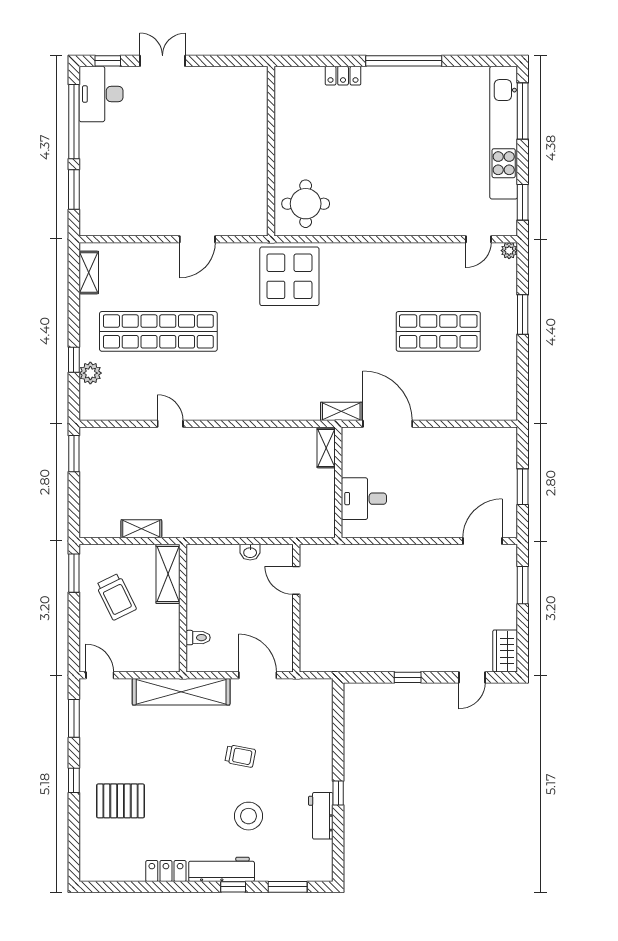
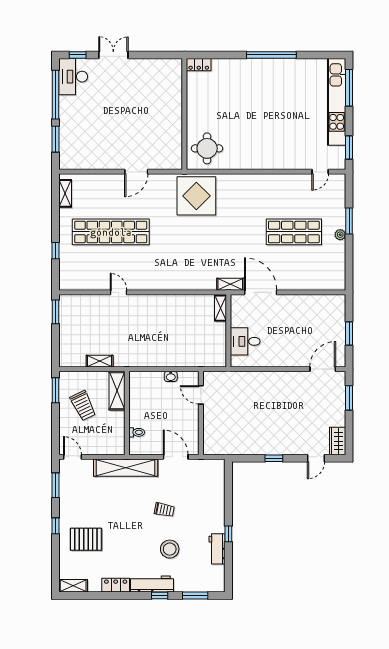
locker: (343, 76) -> (199, 65), moved
plant: (509, 251) -> (340, 235), moved
plant: (90, 373) -> (66, 259), removed
shelving: (101, 872) -> (73, 586), added

